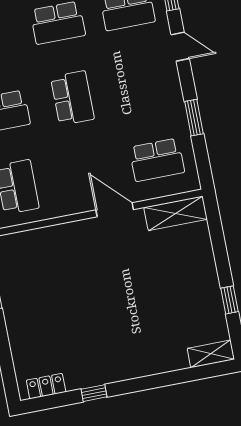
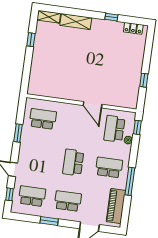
door: (115, 210) -> (93, 105), moved
shelving: (176, 213) -> (76, 22), moved

